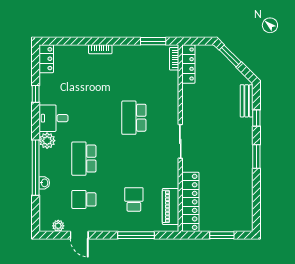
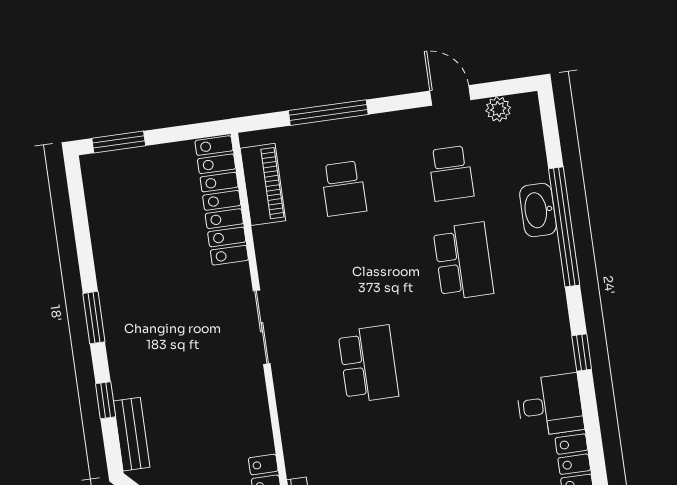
window: (36, 94) -> (582, 352), moved
desk: (54, 118) -> (550, 405), moved
plant: (47, 141) -> (548, 289), removed
washbasin: (44, 183) -> (538, 210), width x1.91, depth x1.45
school desk: (84, 199) -> (451, 173), turned 90
window: (222, 235) -> (119, 142), moved

